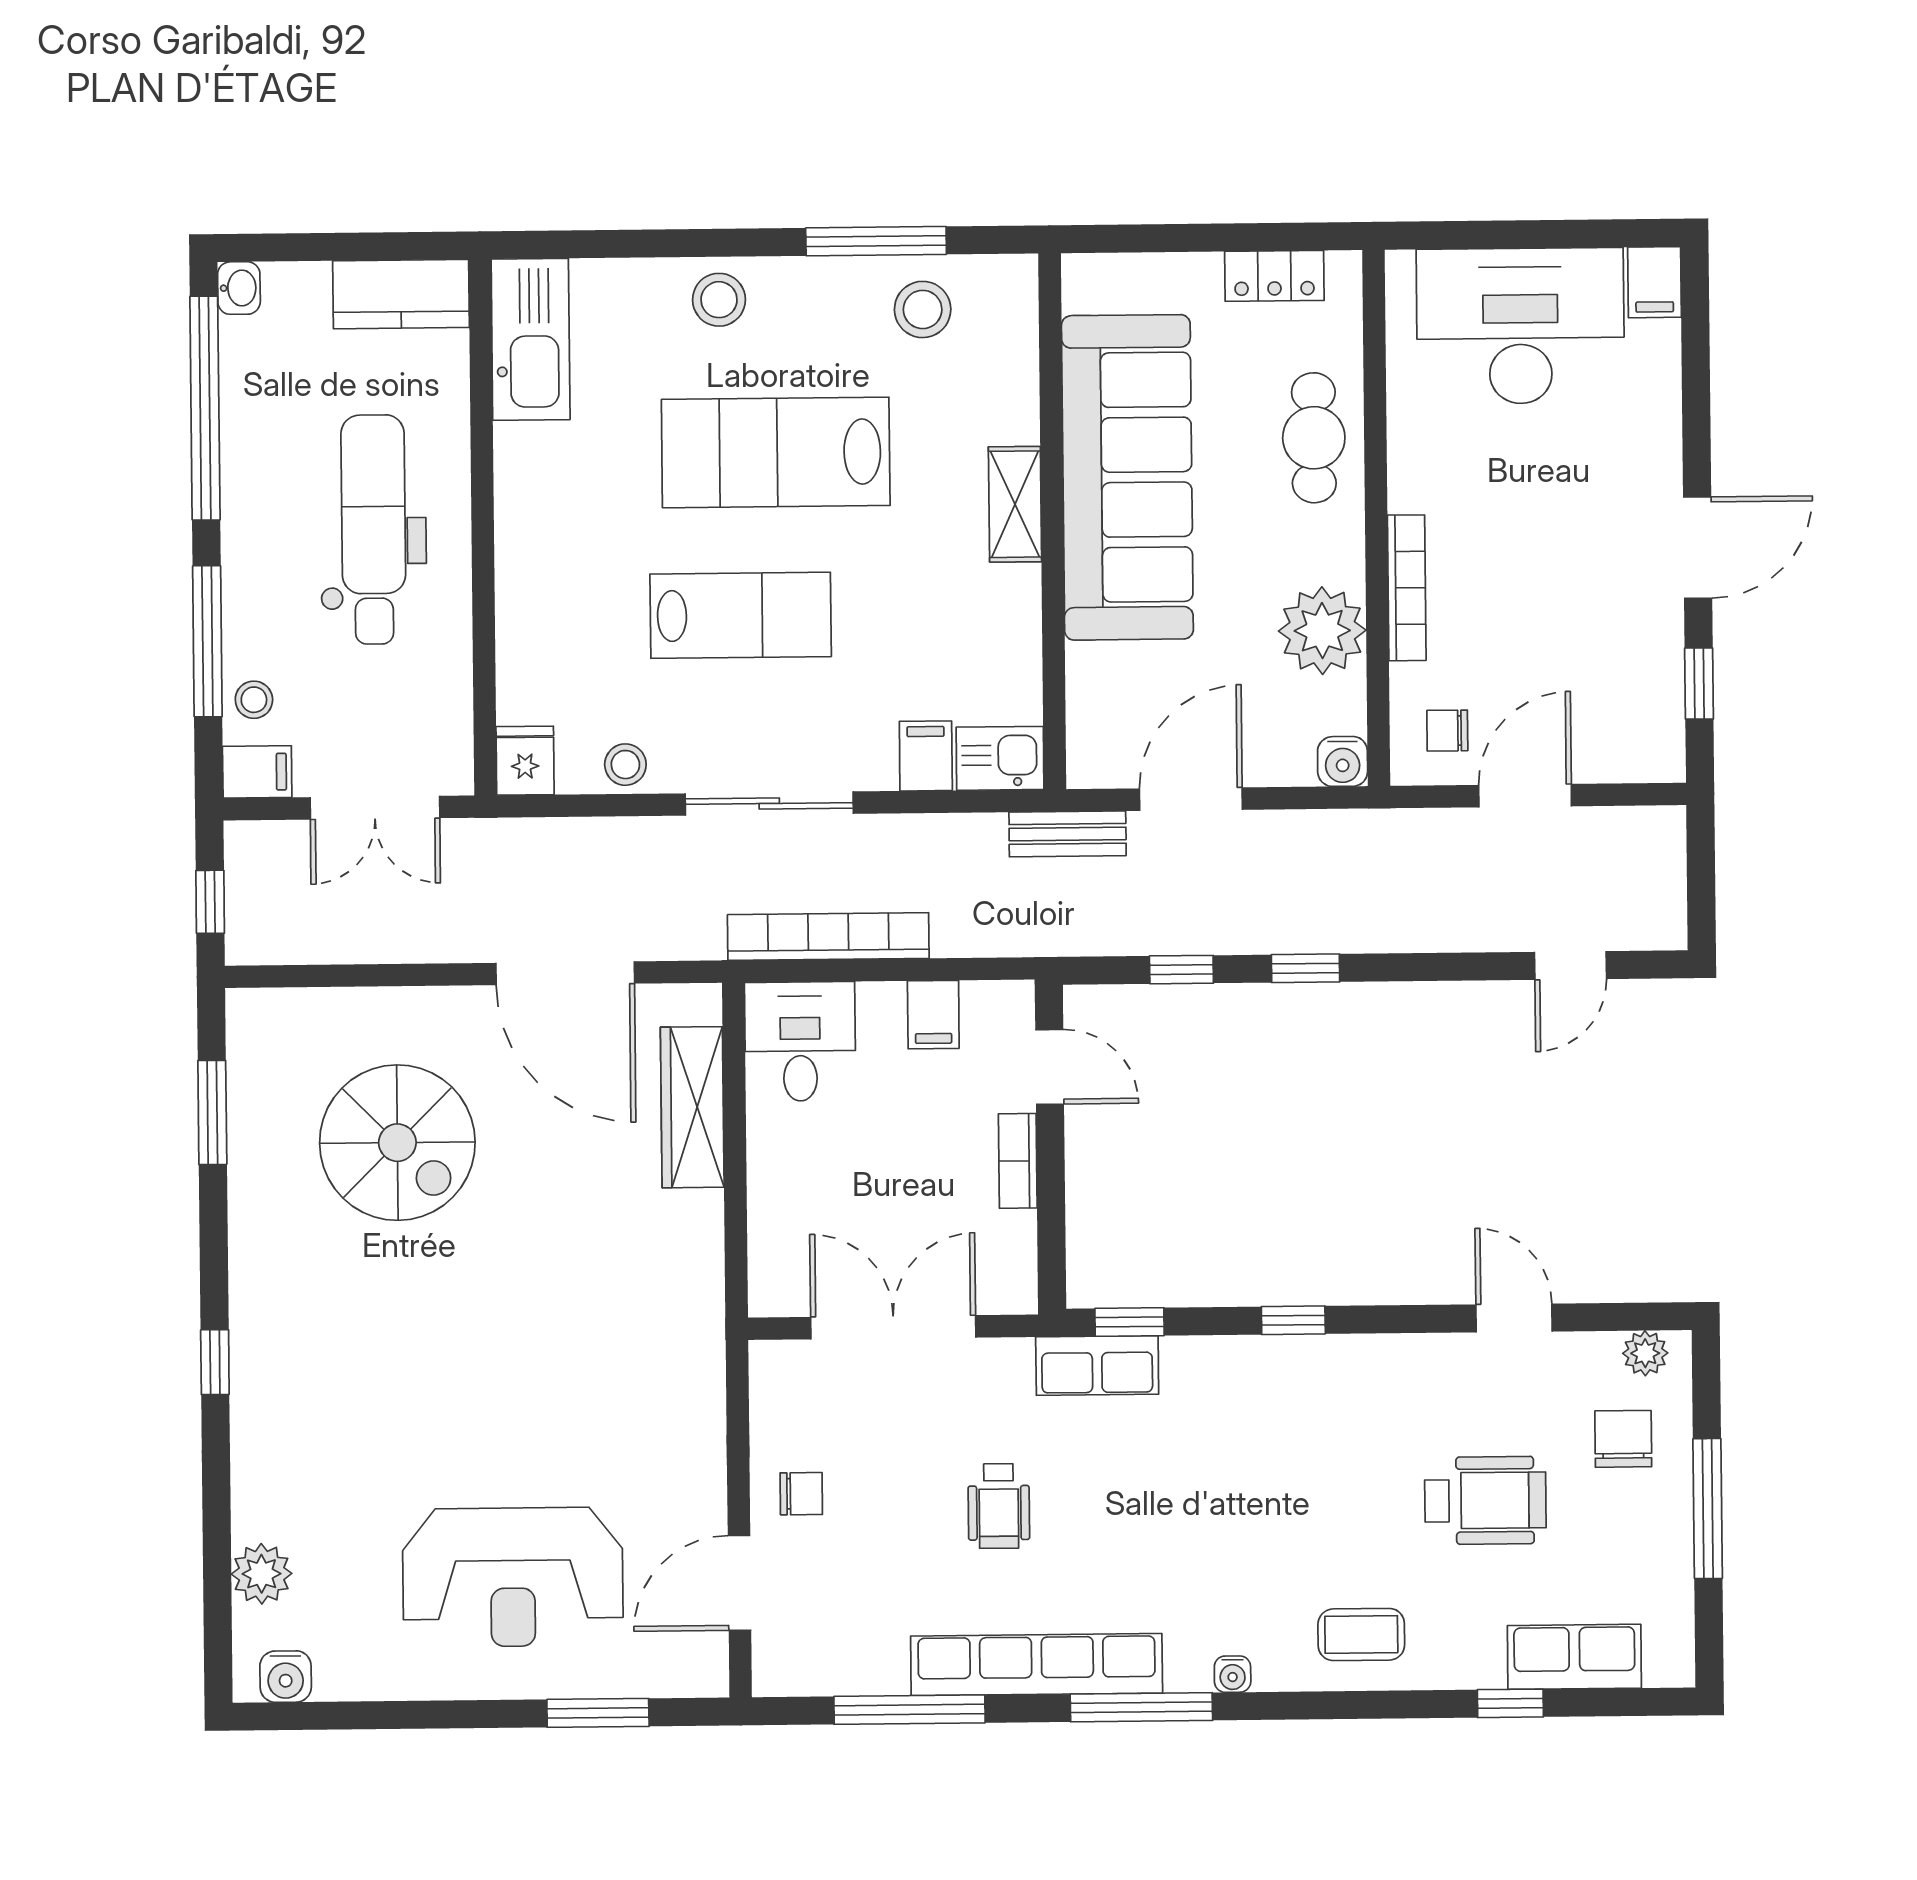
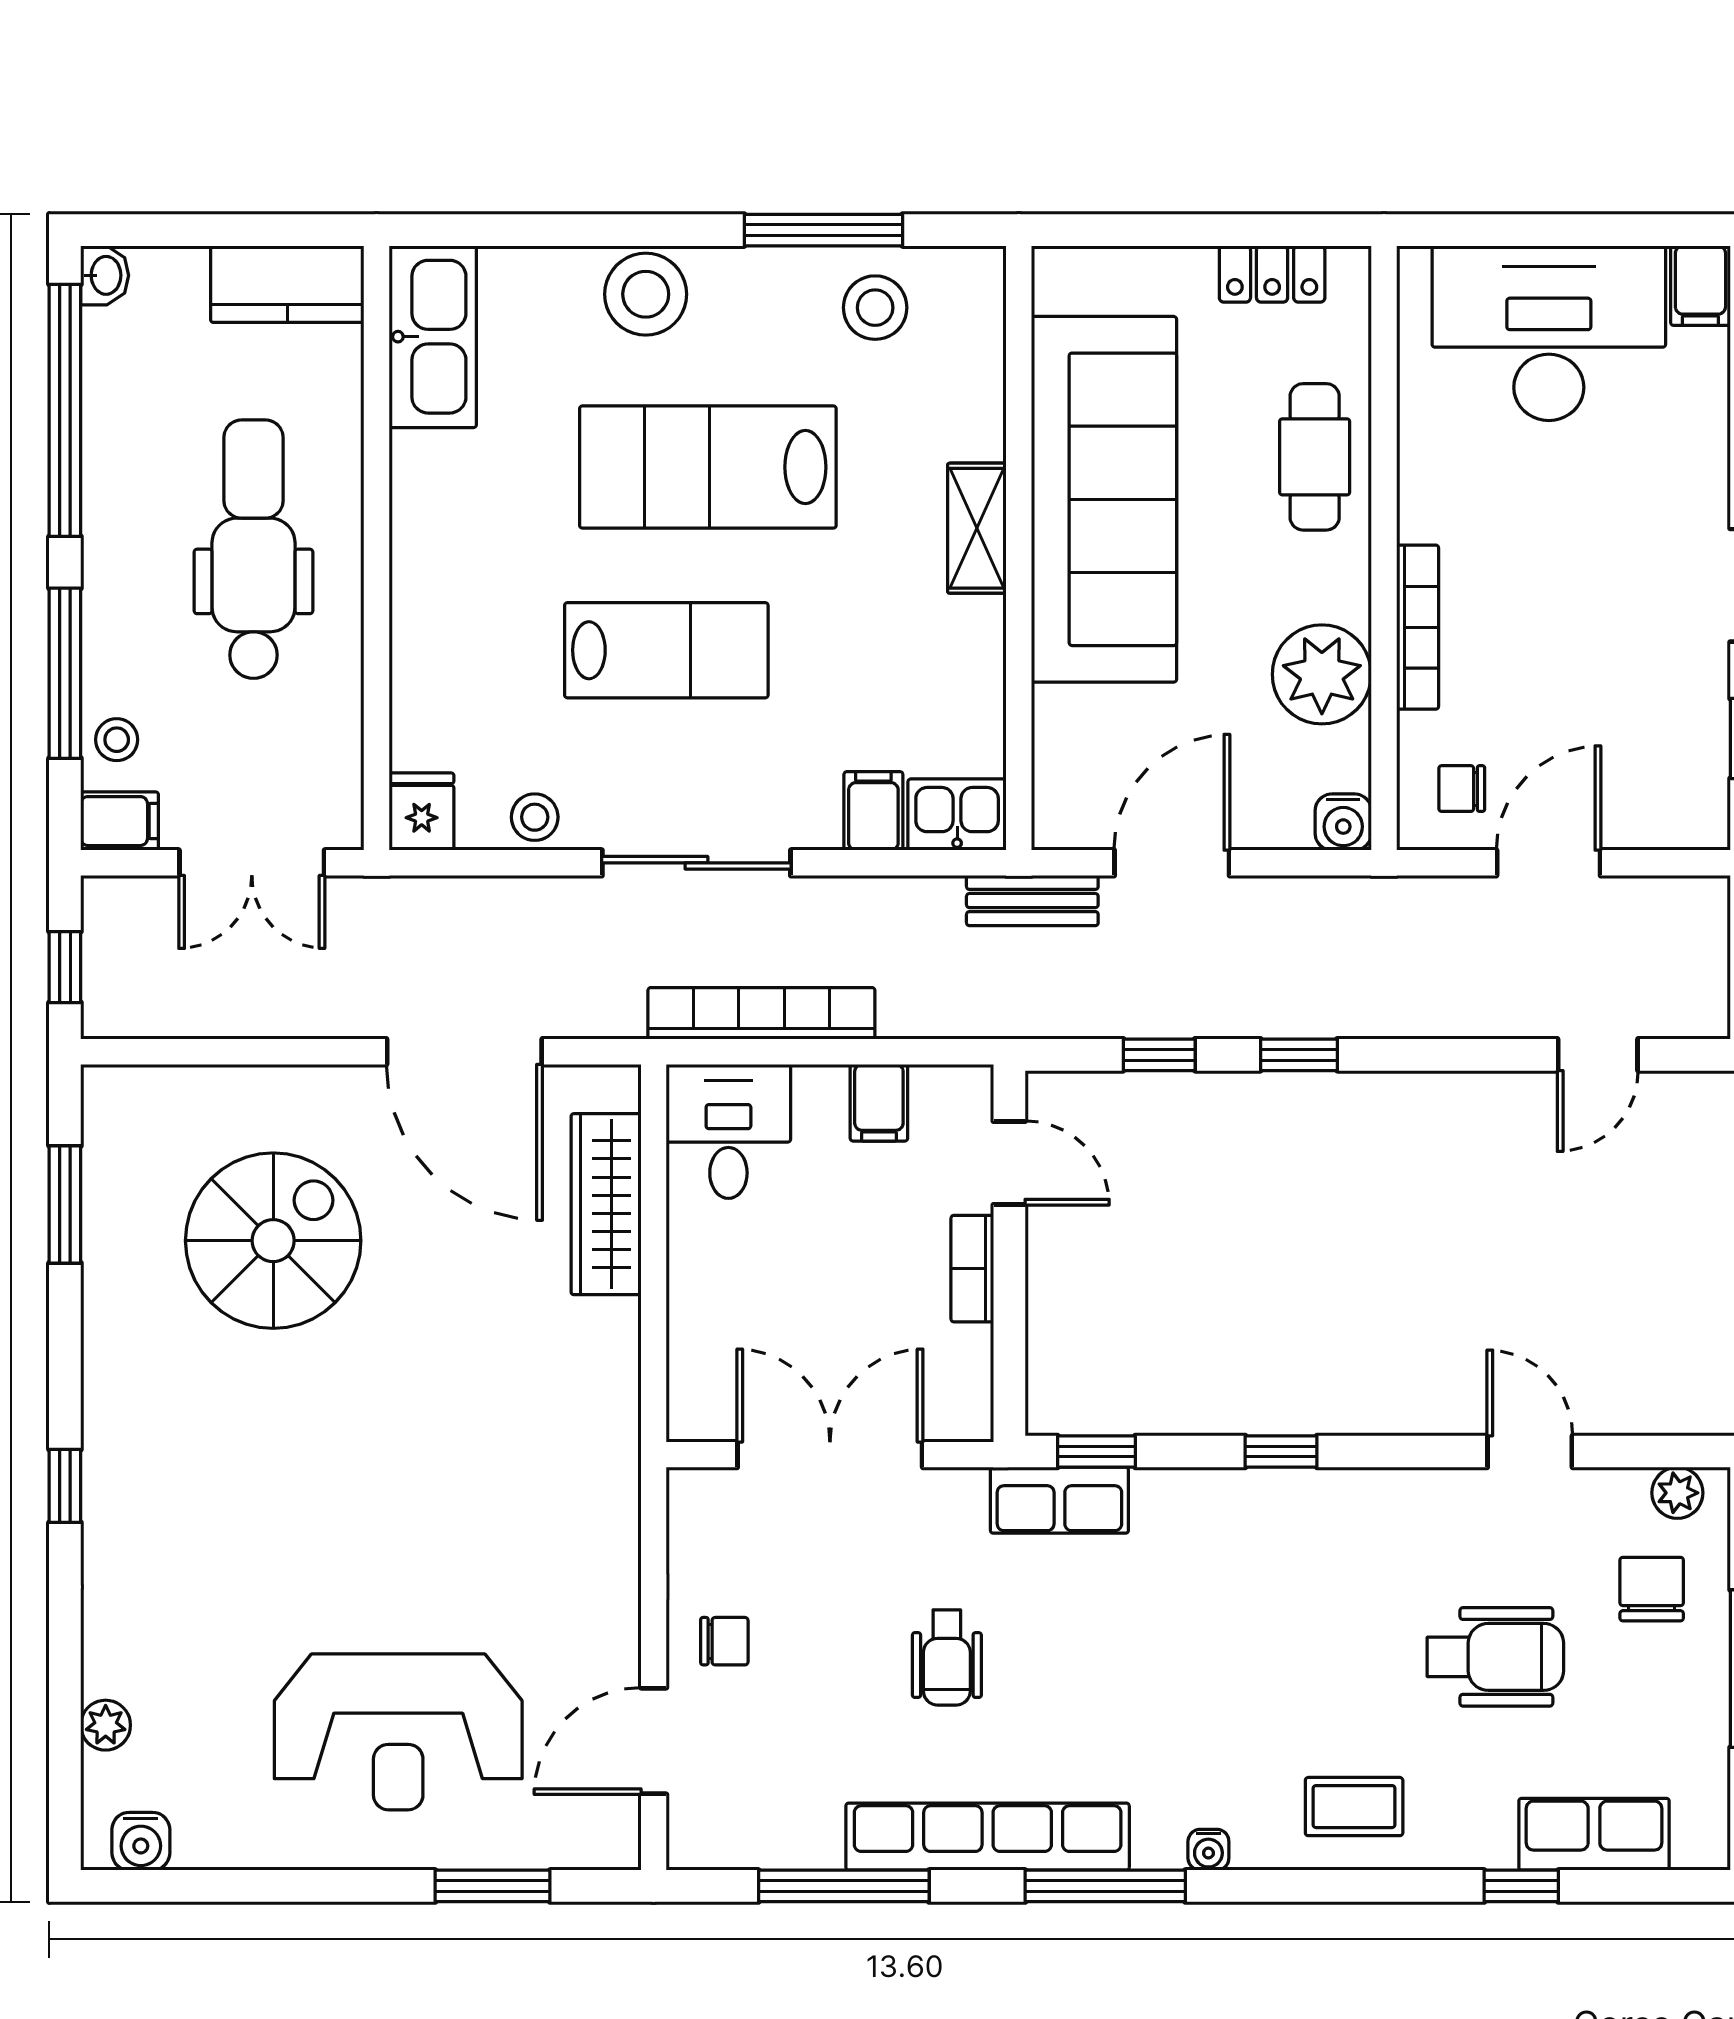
stool: (719, 300) -> (646, 294), width x1.38, depth x1.38
spiral stairs: (397, 1143) -> (273, 1241), turned -90
plant: (262, 1574) -> (106, 1725), width x0.73, depth x0.73

